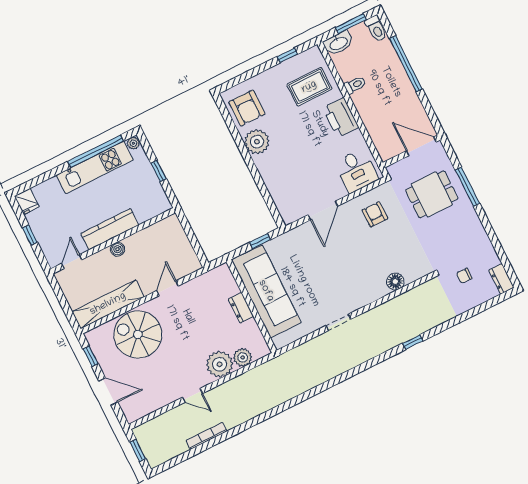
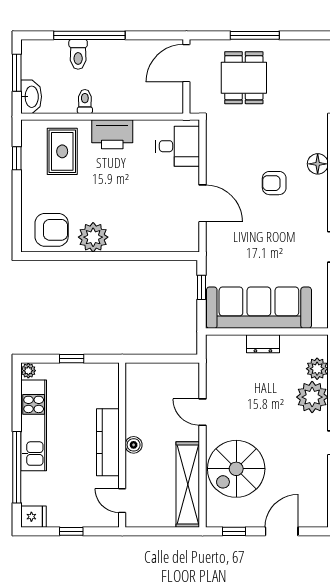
toilet: (376, 29) -> (78, 54), moved, turned 90
window: (95, 151) -> (17, 467), moved
armchair: (375, 214) -> (274, 183), moved

